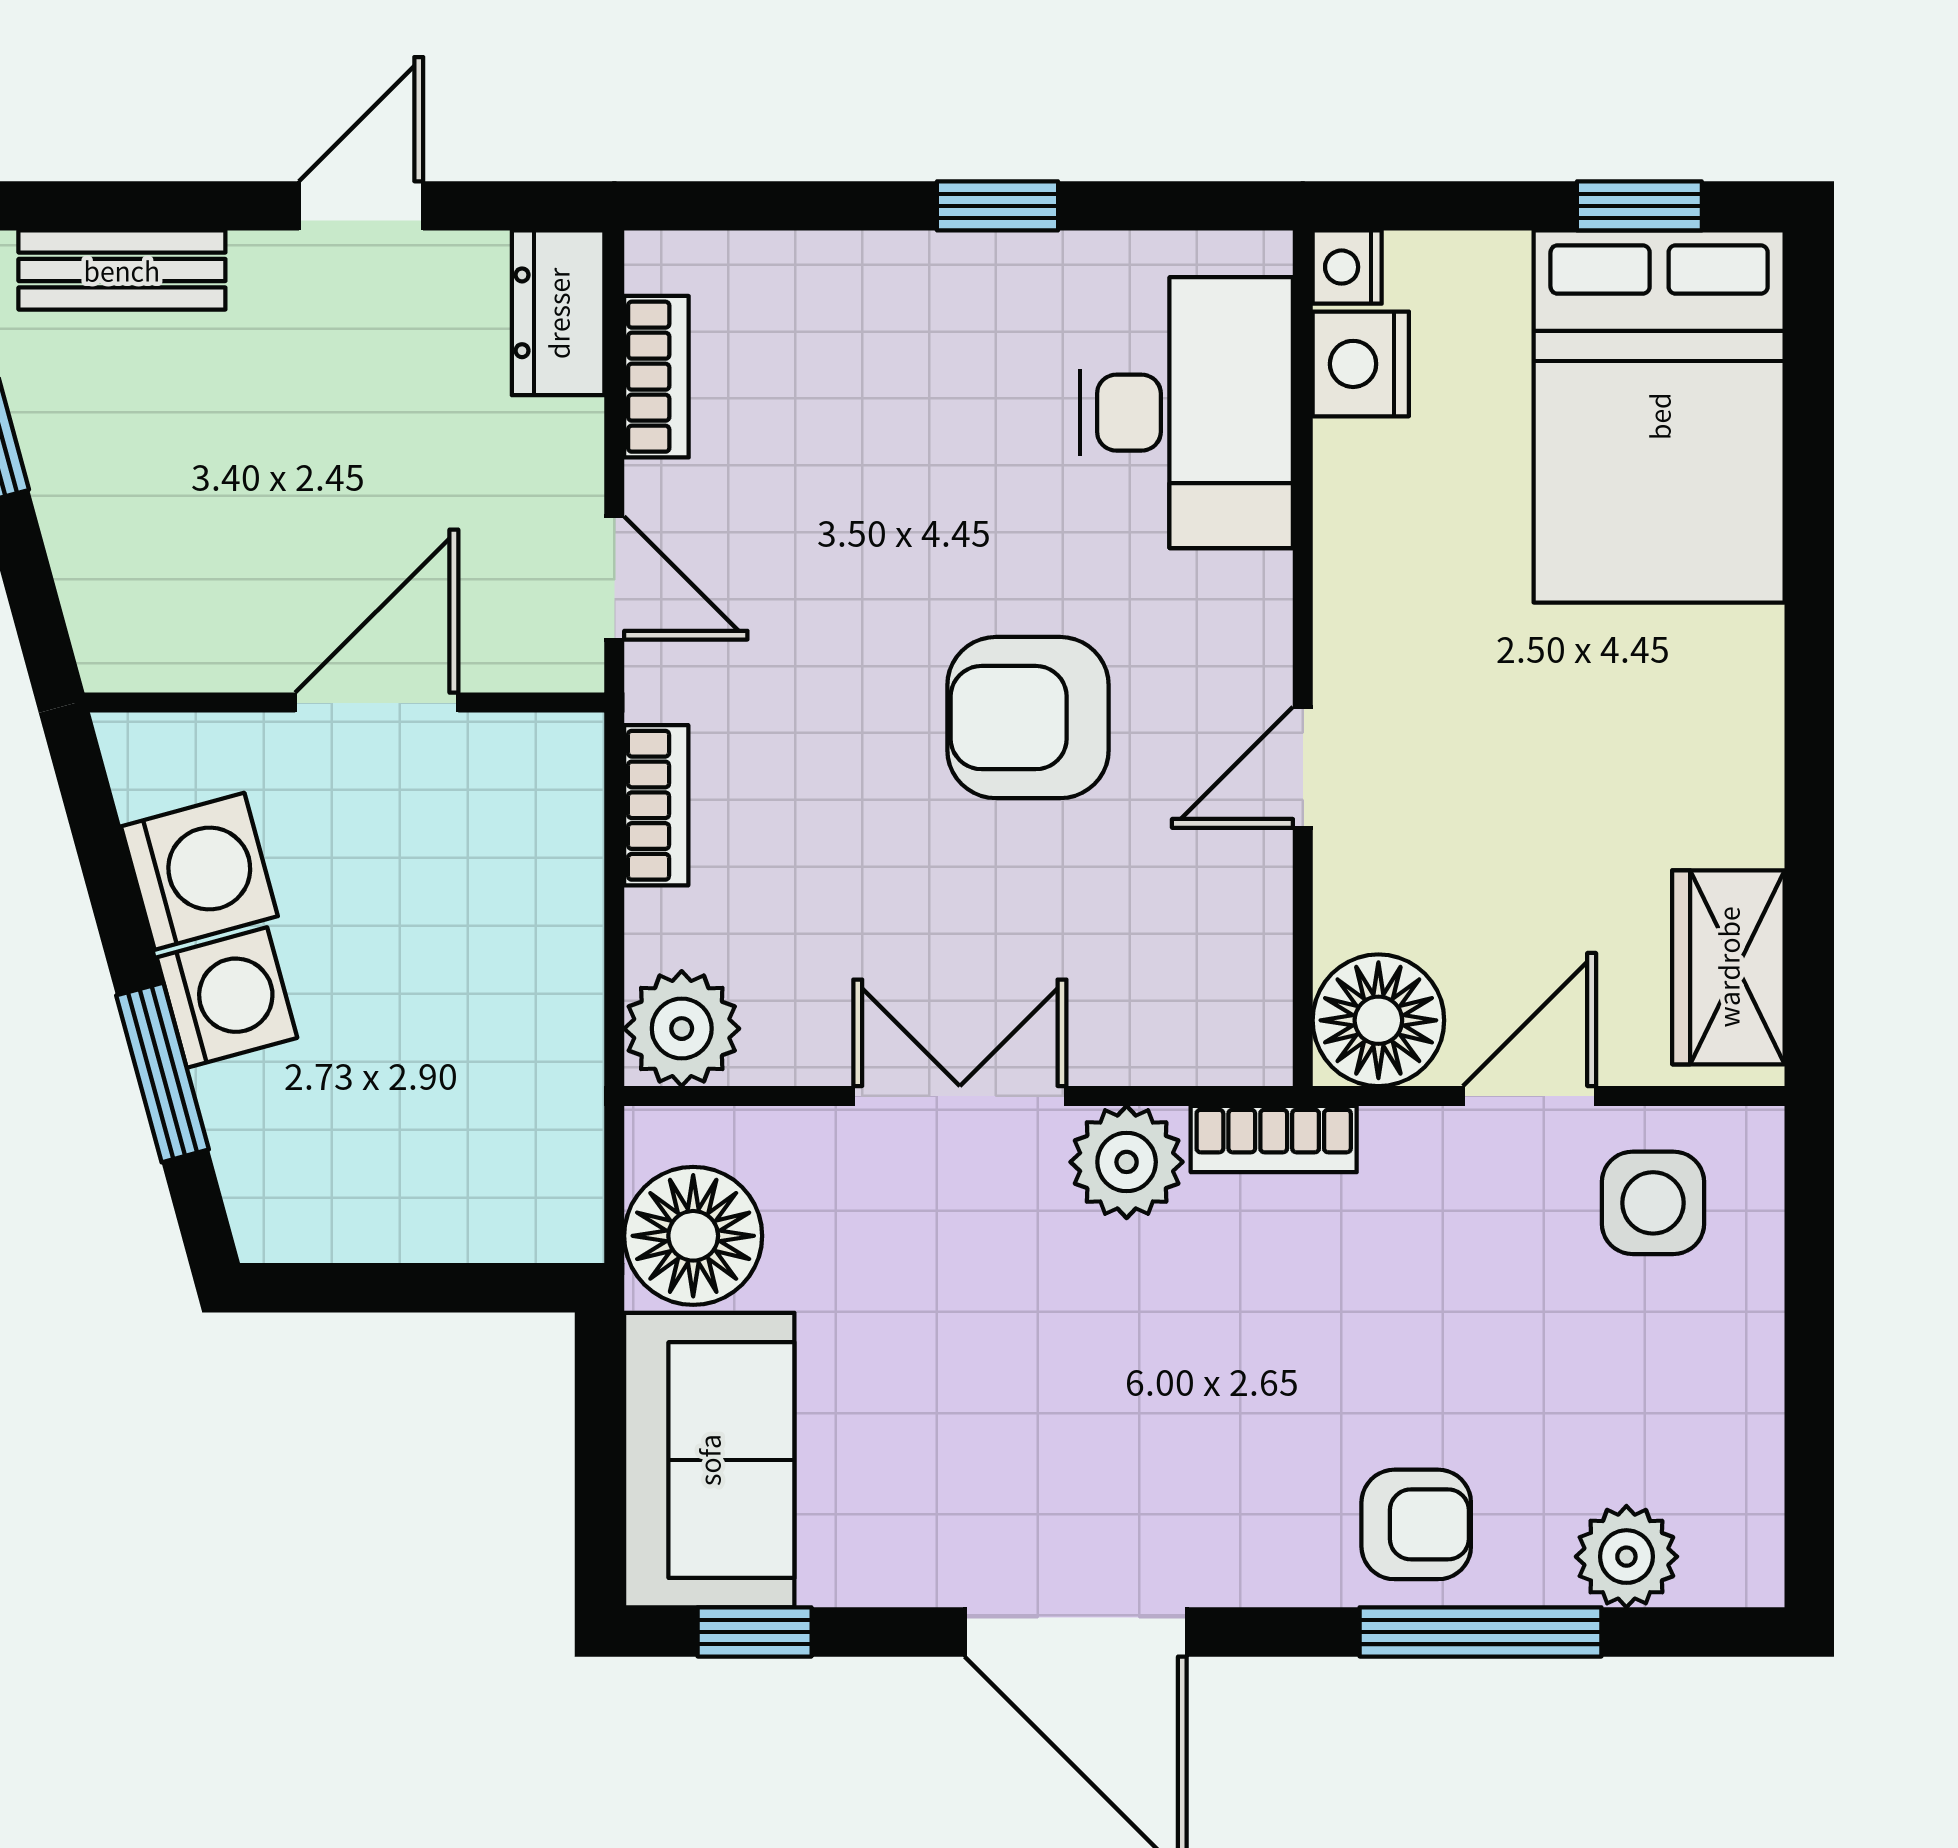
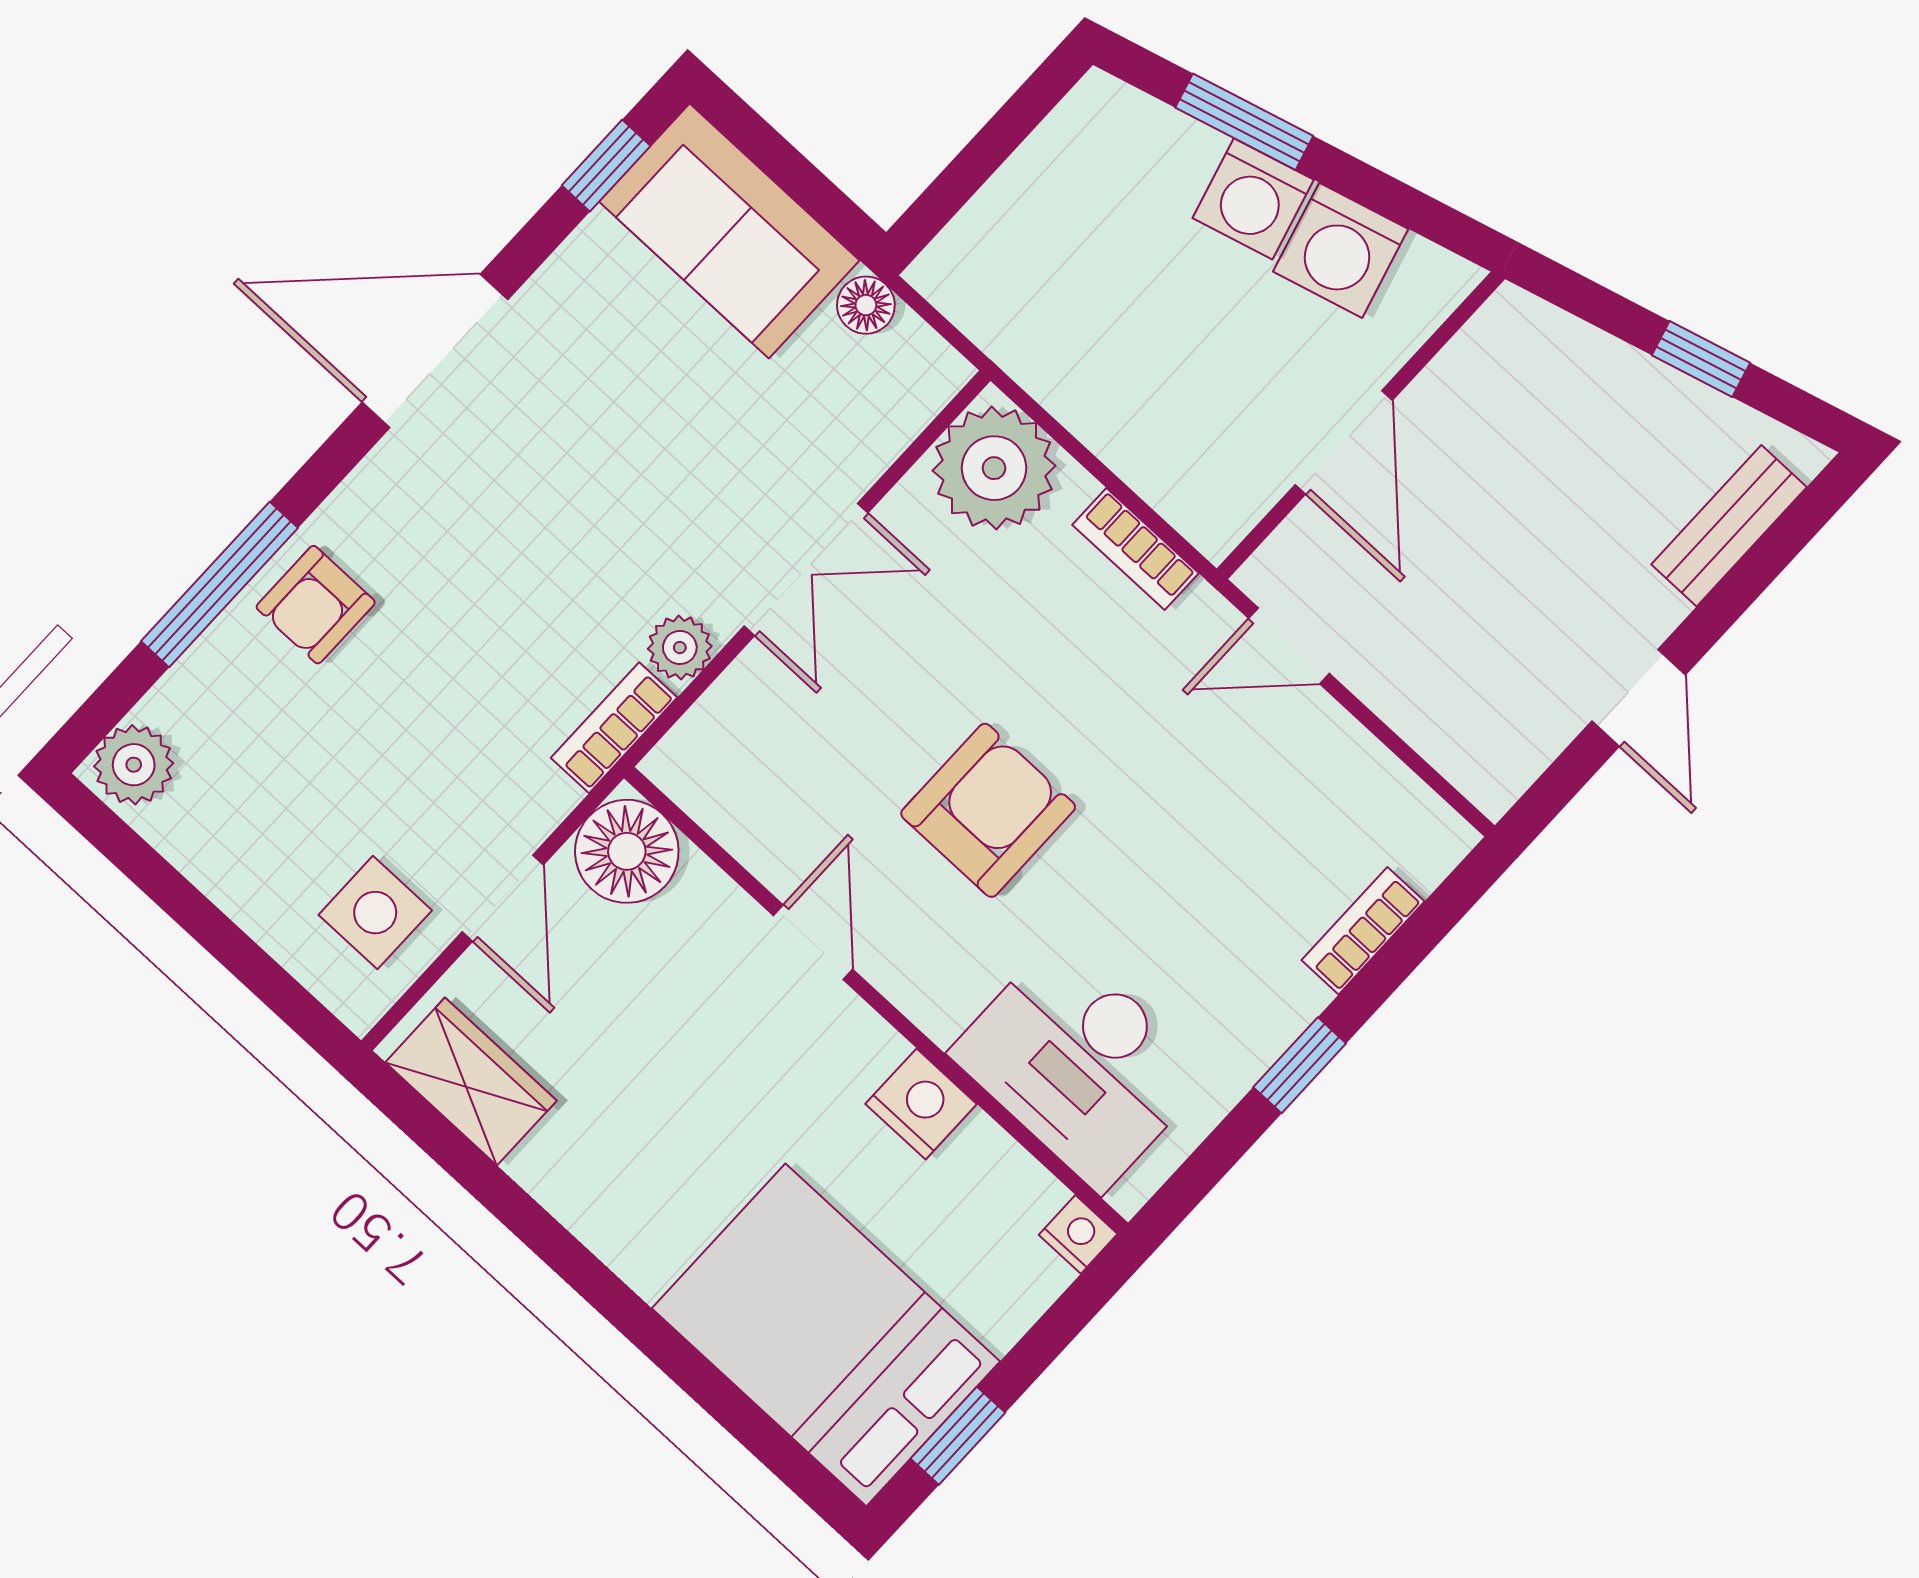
dresser: (558, 313) -> (1472, 755), removed
nightstand: (1361, 364) -> (921, 1104), moved
bookcase: (656, 377) -> (1363, 931), moved, turned 90
plant: (682, 1029) -> (994, 468), width x1.36, depth x1.36
plant: (1127, 1162) -> (680, 648), width x0.73, depth x0.73
floor lamp: (693, 1236) -> (866, 305), width x0.53, depth x0.53
plant: (1626, 1557) -> (134, 765), moved

